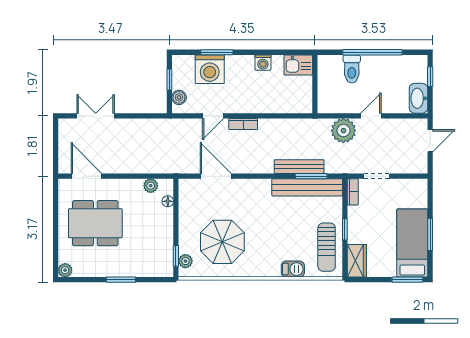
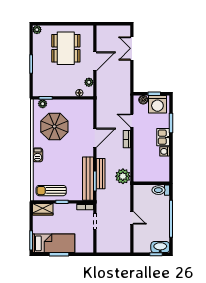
kitchen sink: (298, 65) -> (163, 137), moved
washing machine: (210, 69) -> (157, 104), moved, turned -90
toilet: (352, 69) -> (161, 190), moved
washbasin: (418, 98) -> (160, 247), moved
double door: (96, 116) -> (132, 48), swing flipped
plant: (343, 131) -> (123, 176), moved
door: (430, 141) -> (117, 254), removed
door: (86, 176) -> (95, 61), moved
door: (216, 176) -> (95, 138), moved
barbecue: (293, 269) -> (38, 155), moved

